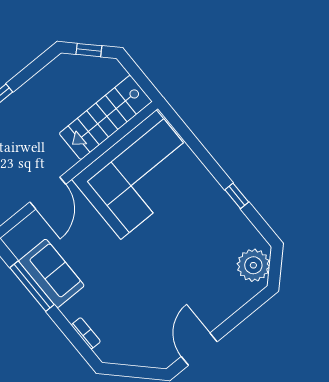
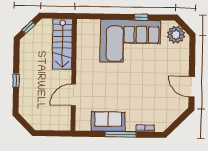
corner sofa: (138, 175) -> (130, 41), moved, turned 90
door: (48, 193) -> (73, 95), swing flipped
window: (32, 286) -> (121, 134), moved

